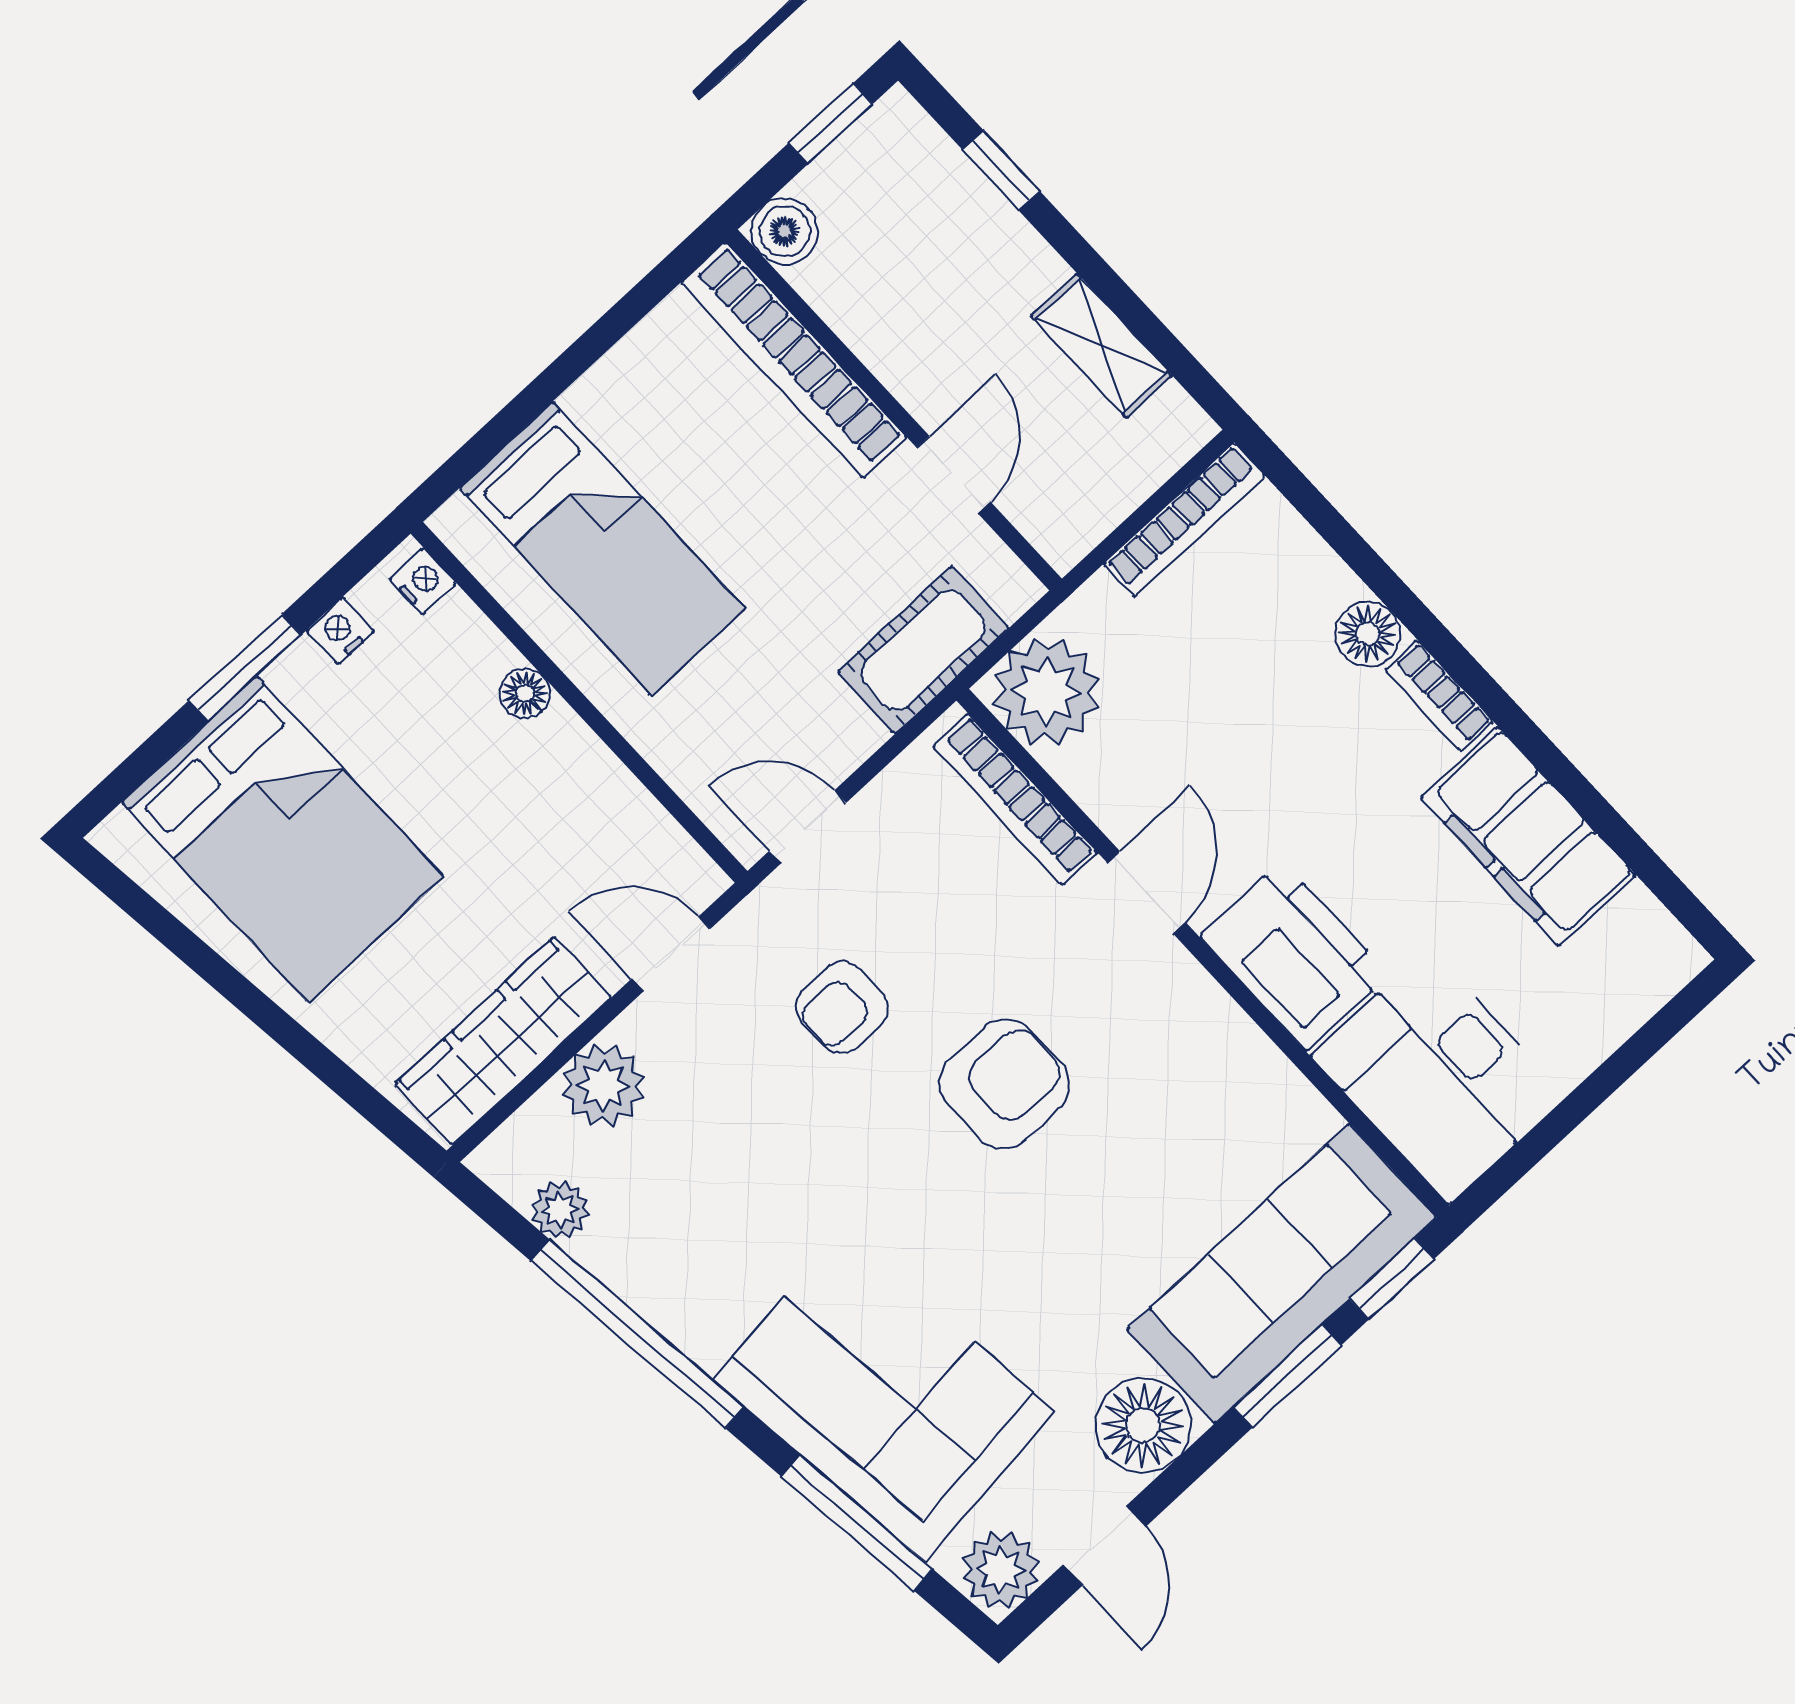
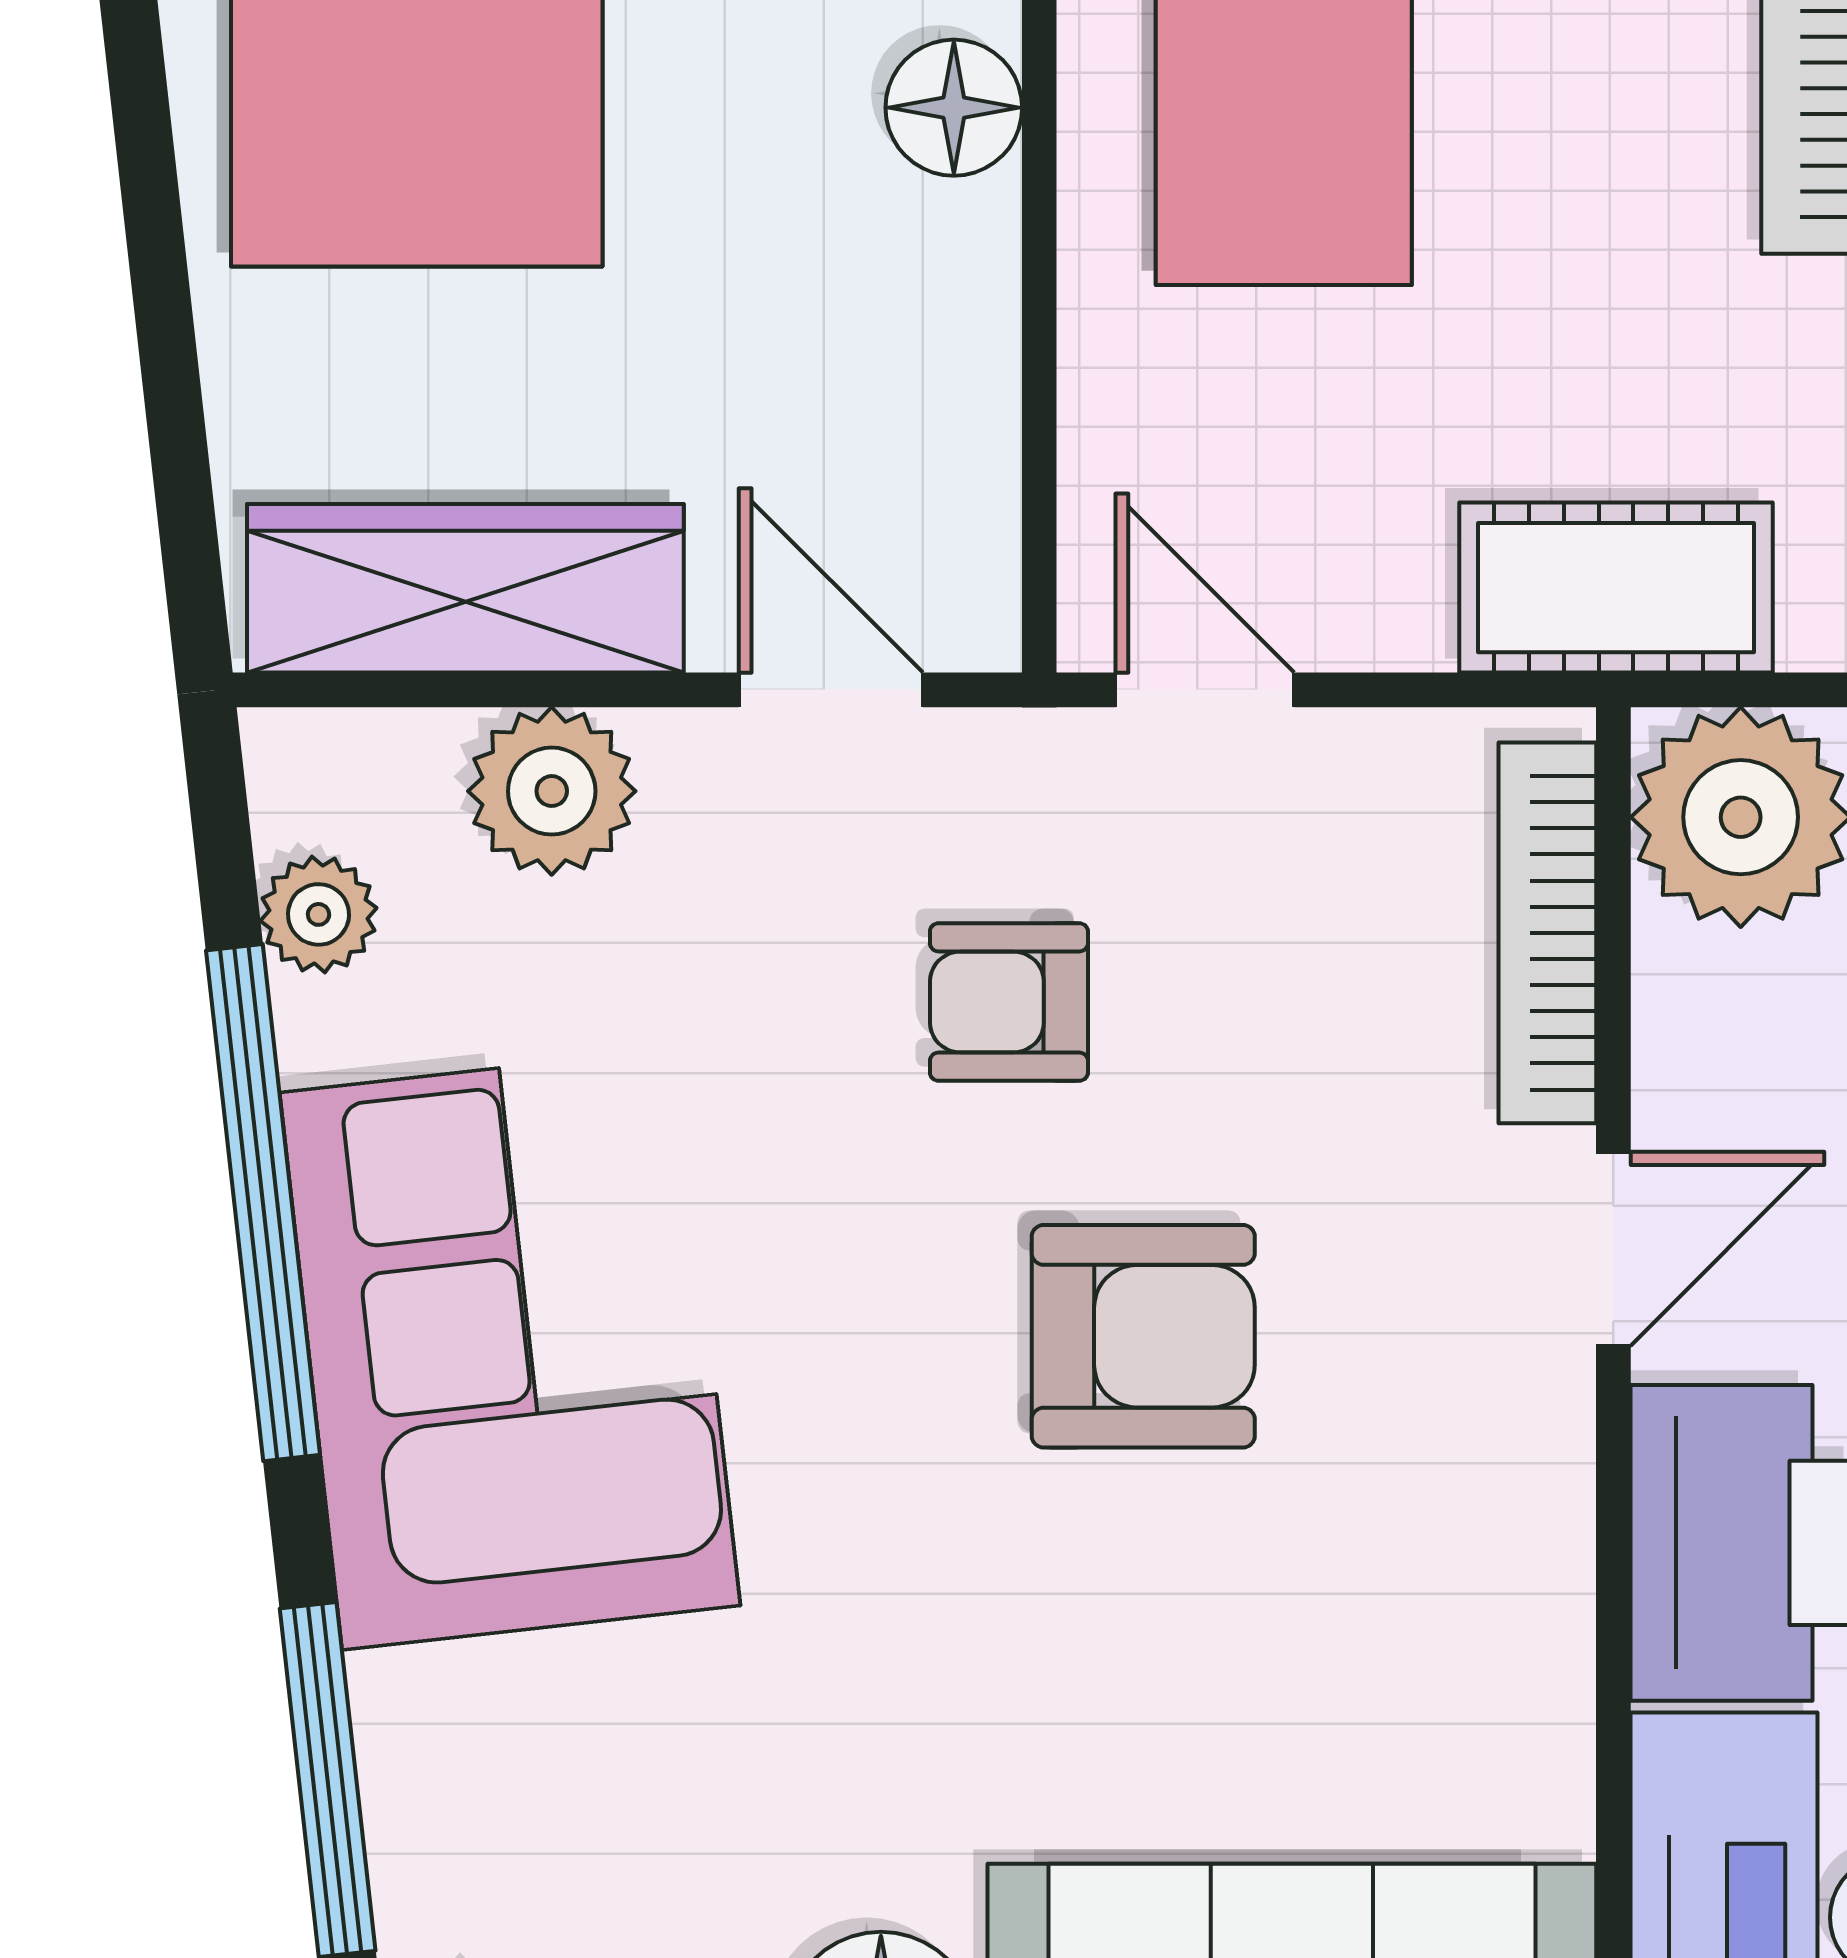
floor lamp: (525, 693) -> (954, 108), width x1.37, depth x1.37
corner sofa: (884, 1395) -> (510, 1349), moved

